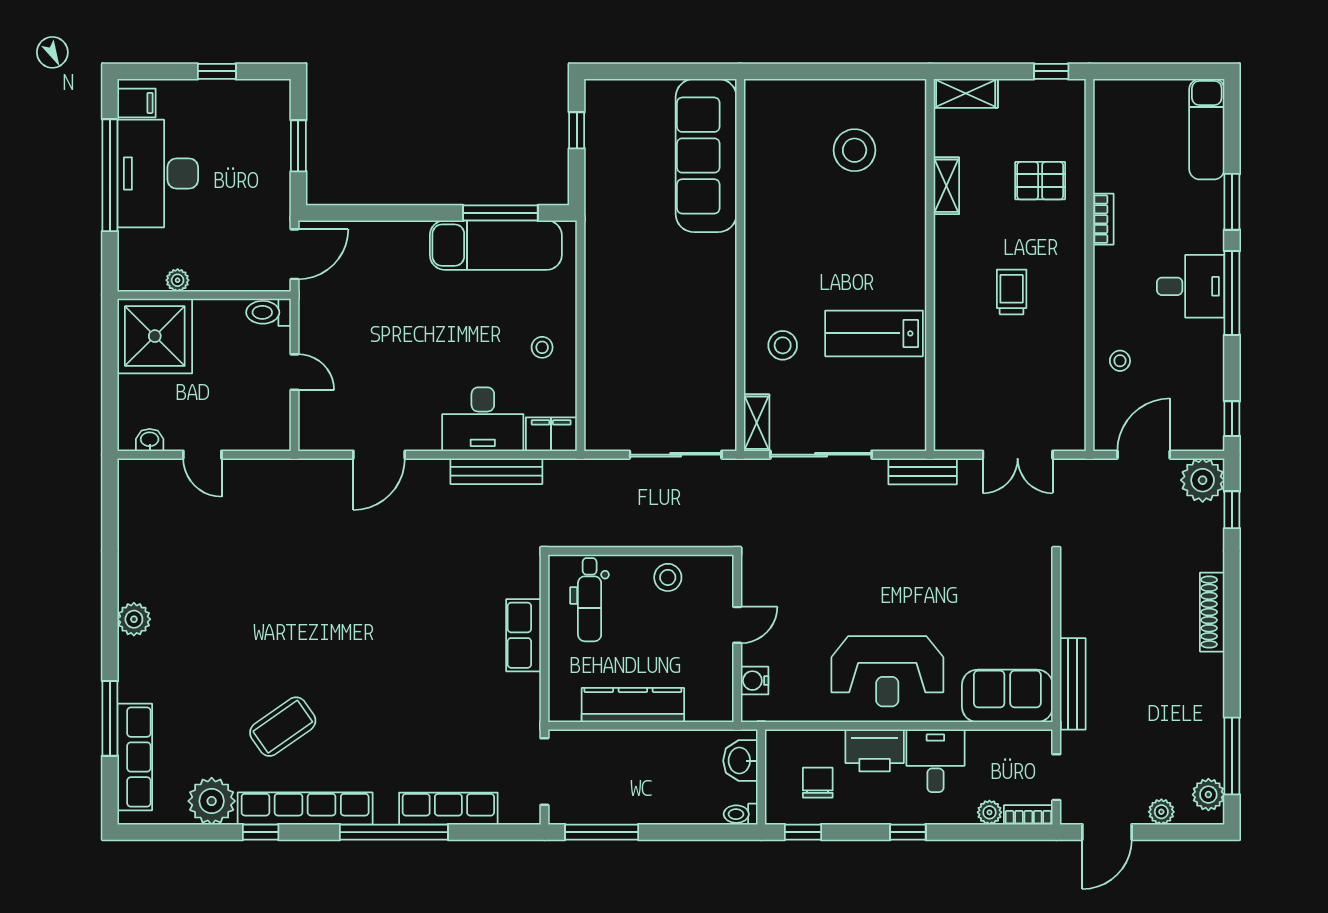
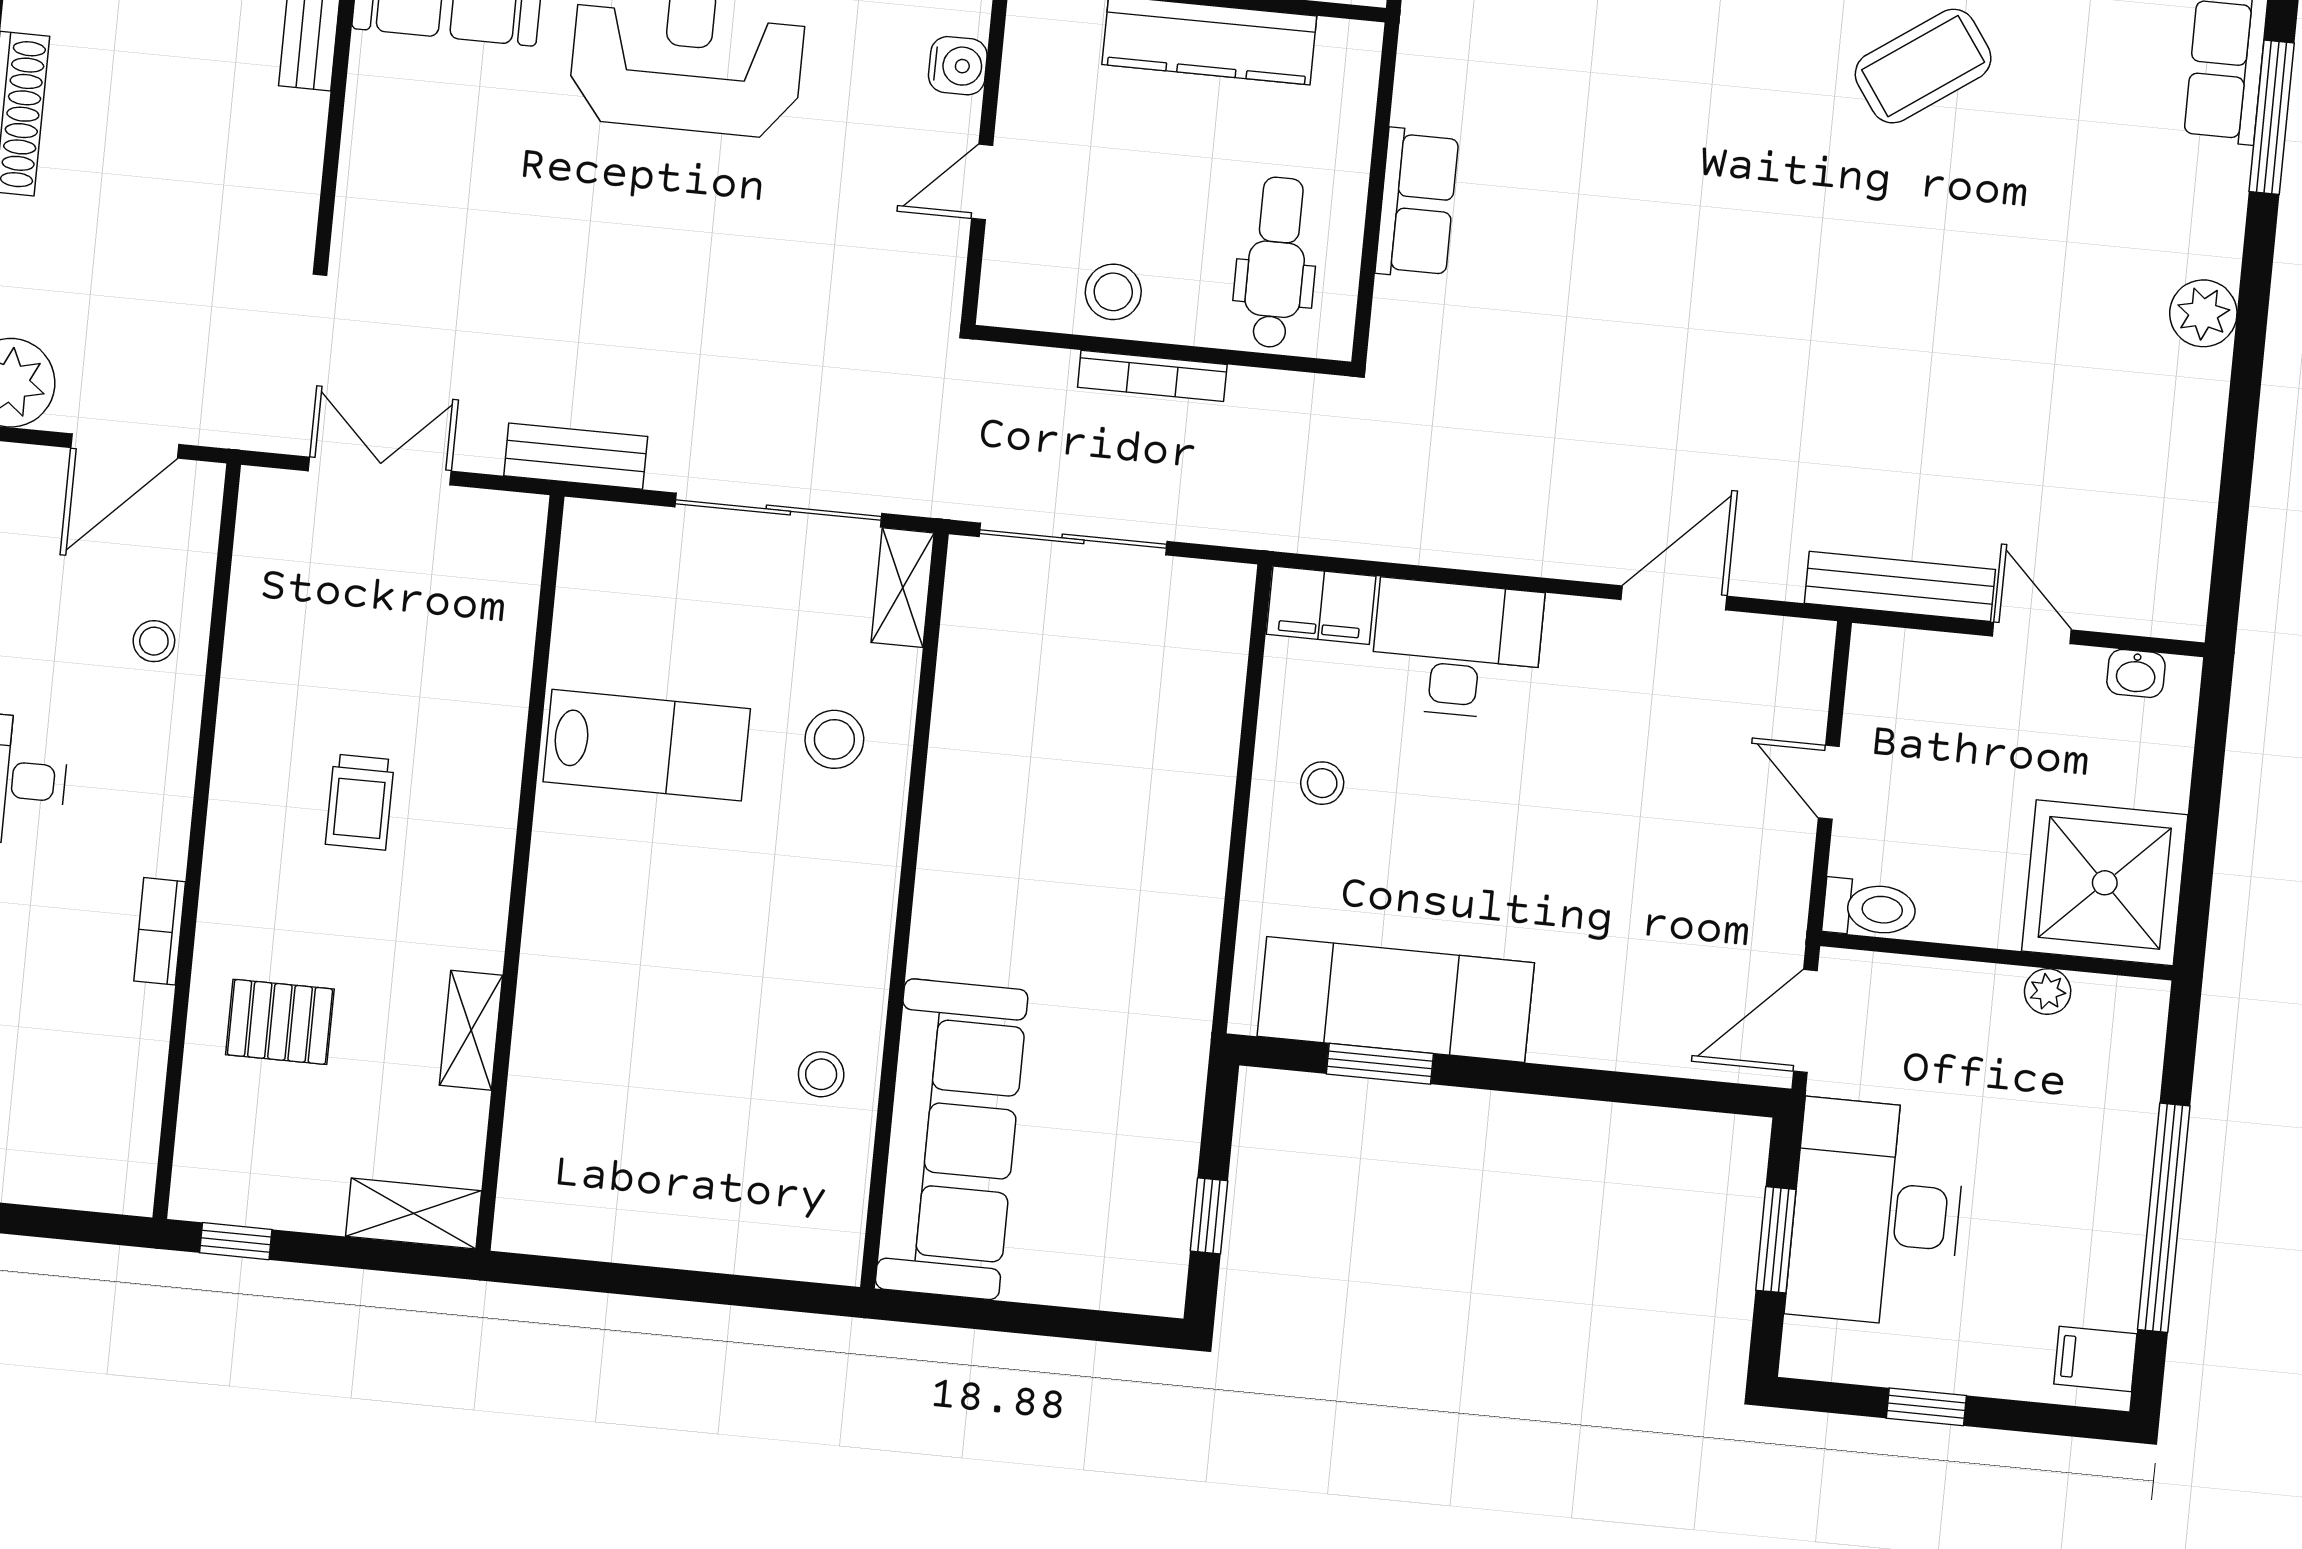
stool: (855, 150) -> (821, 1074), moved, width x0.53, depth x0.53
desk: (158, 173) -> (1876, 1213), moved, turned 180
window: (500, 213) -> (1380, 1064), width x0.69
bench: (496, 471) -> (1900, 586), moved
bookcase: (645, 538) -> (1152, 376), added

